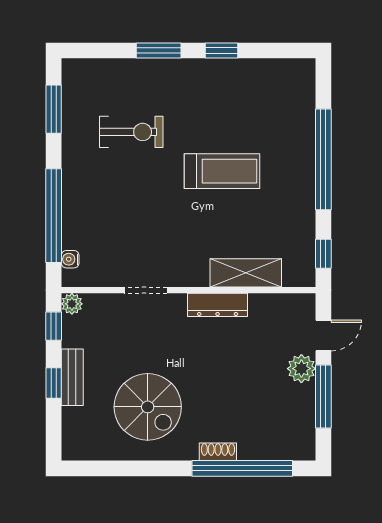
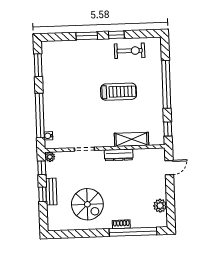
exercise bike: (131, 132) -> (130, 51), moved
plant: (301, 369) -> (160, 206), moved
window: (323, 396) -> (170, 196), removed

